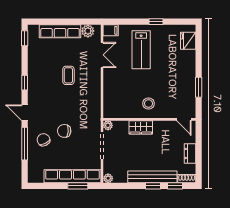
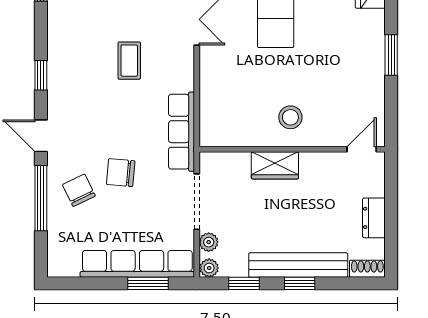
window: (199, 87) -> (391, 55), moved
row of seats: (94, 111) -> (181, 132), added
door: (184, 119) -> (362, 149), swing flipped
plant: (108, 125) -> (209, 242), moved
window: (175, 186) -> (244, 283), moved

